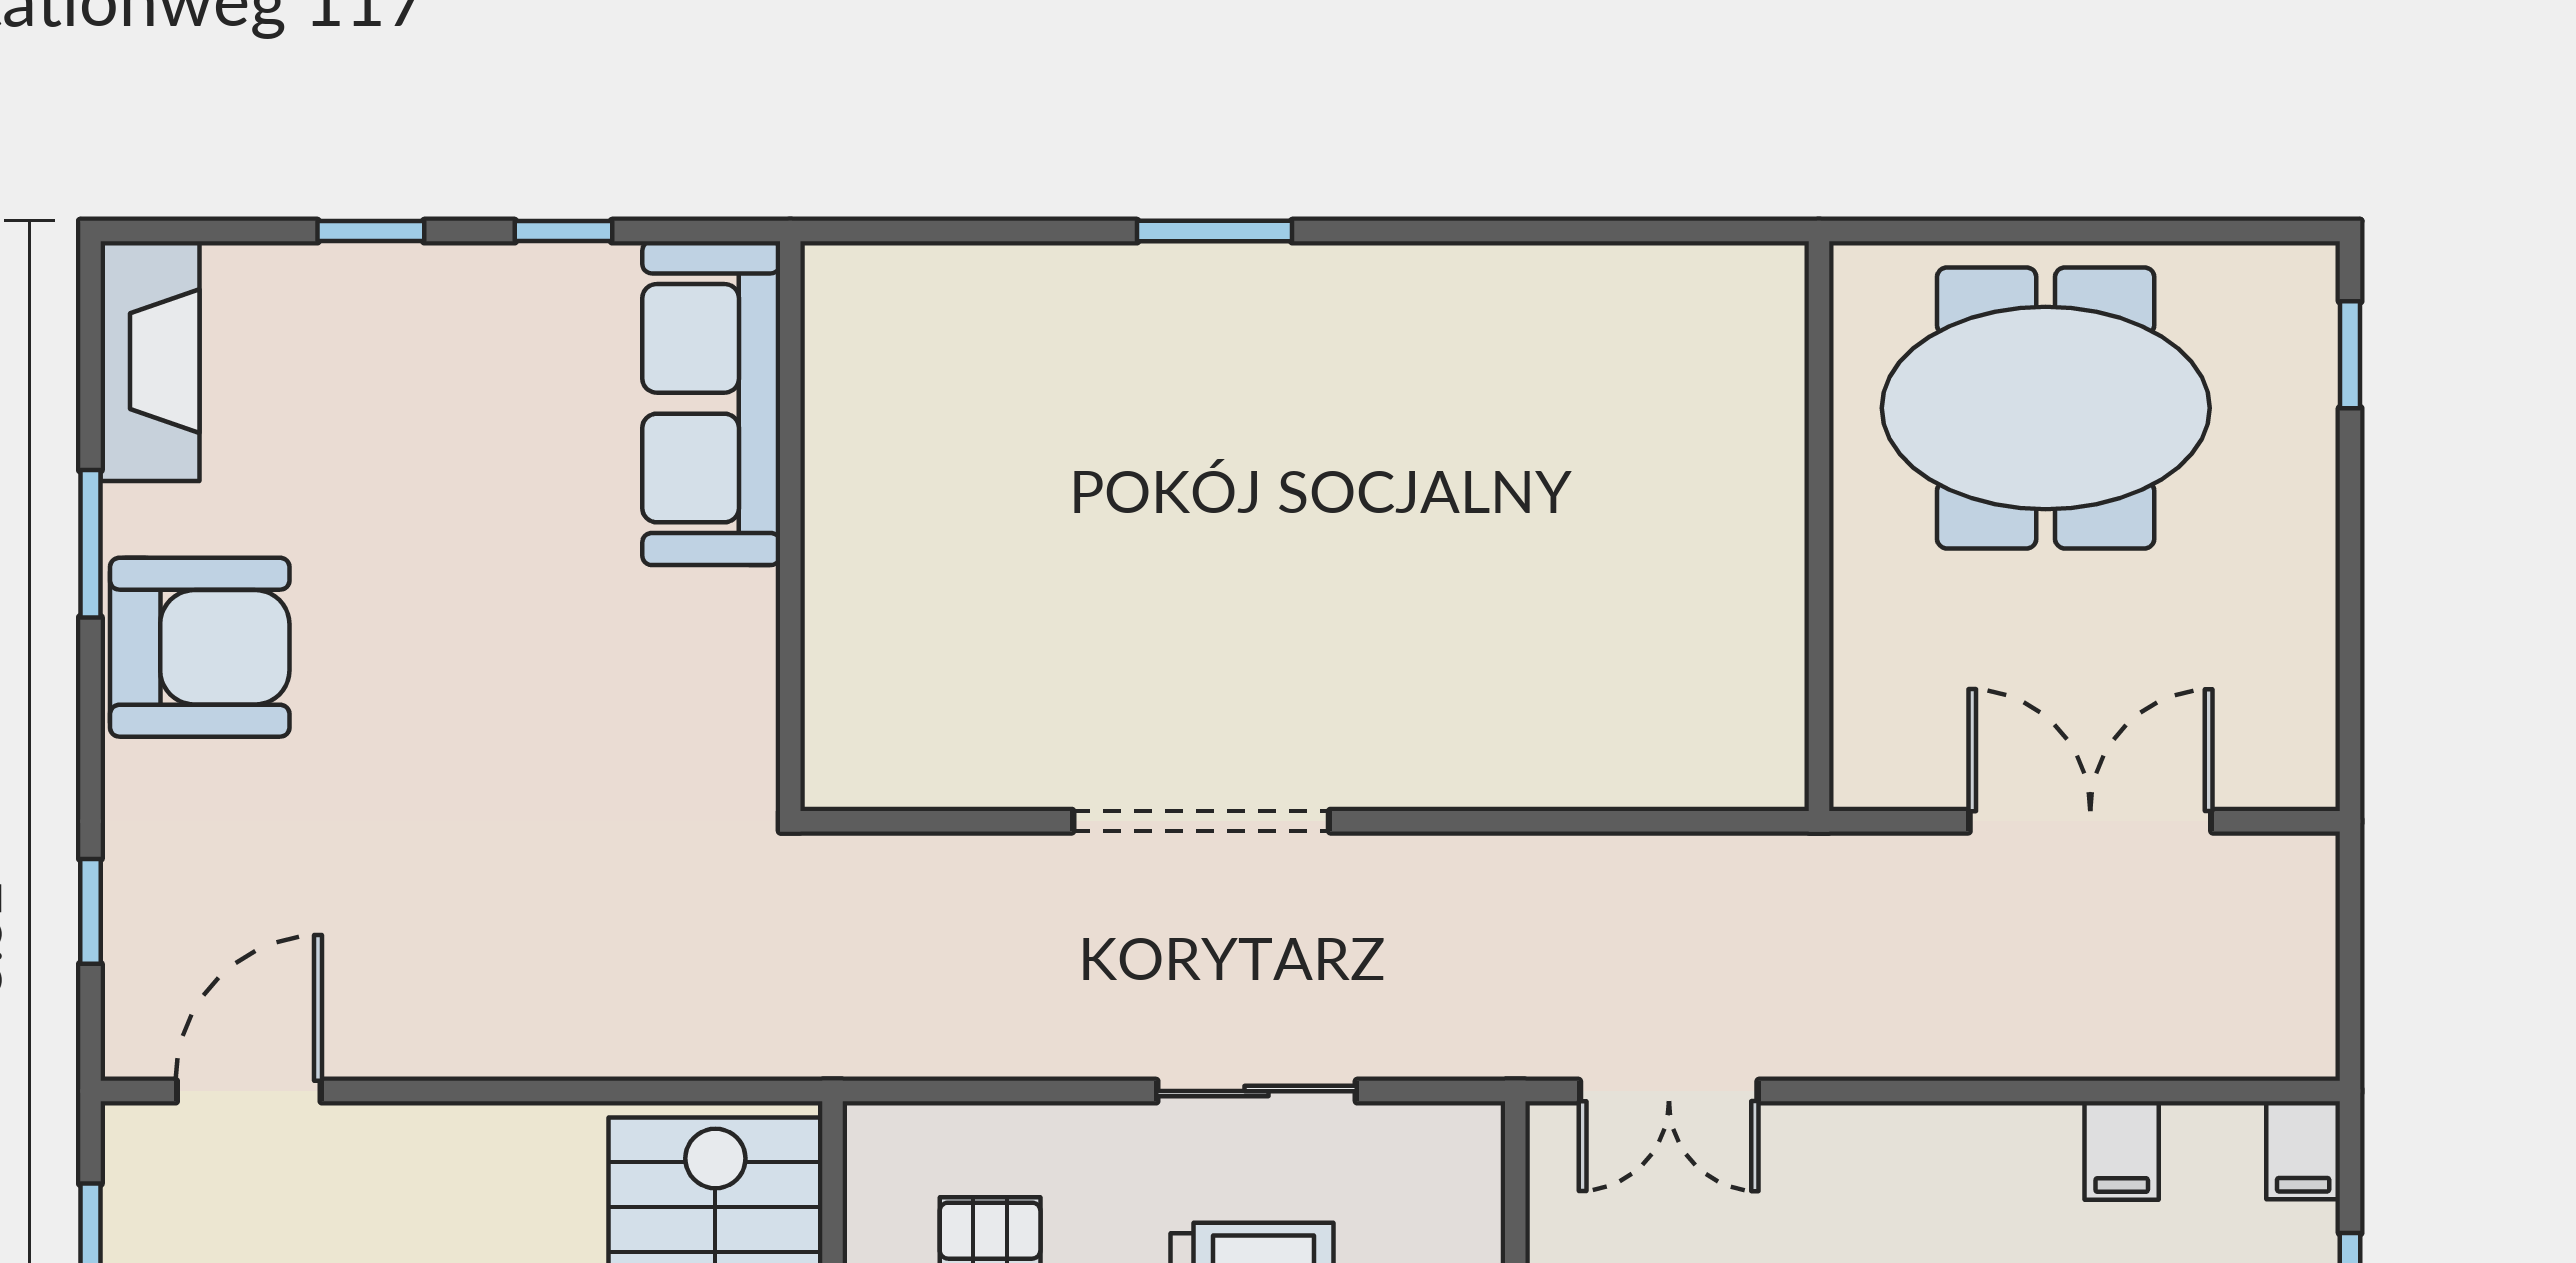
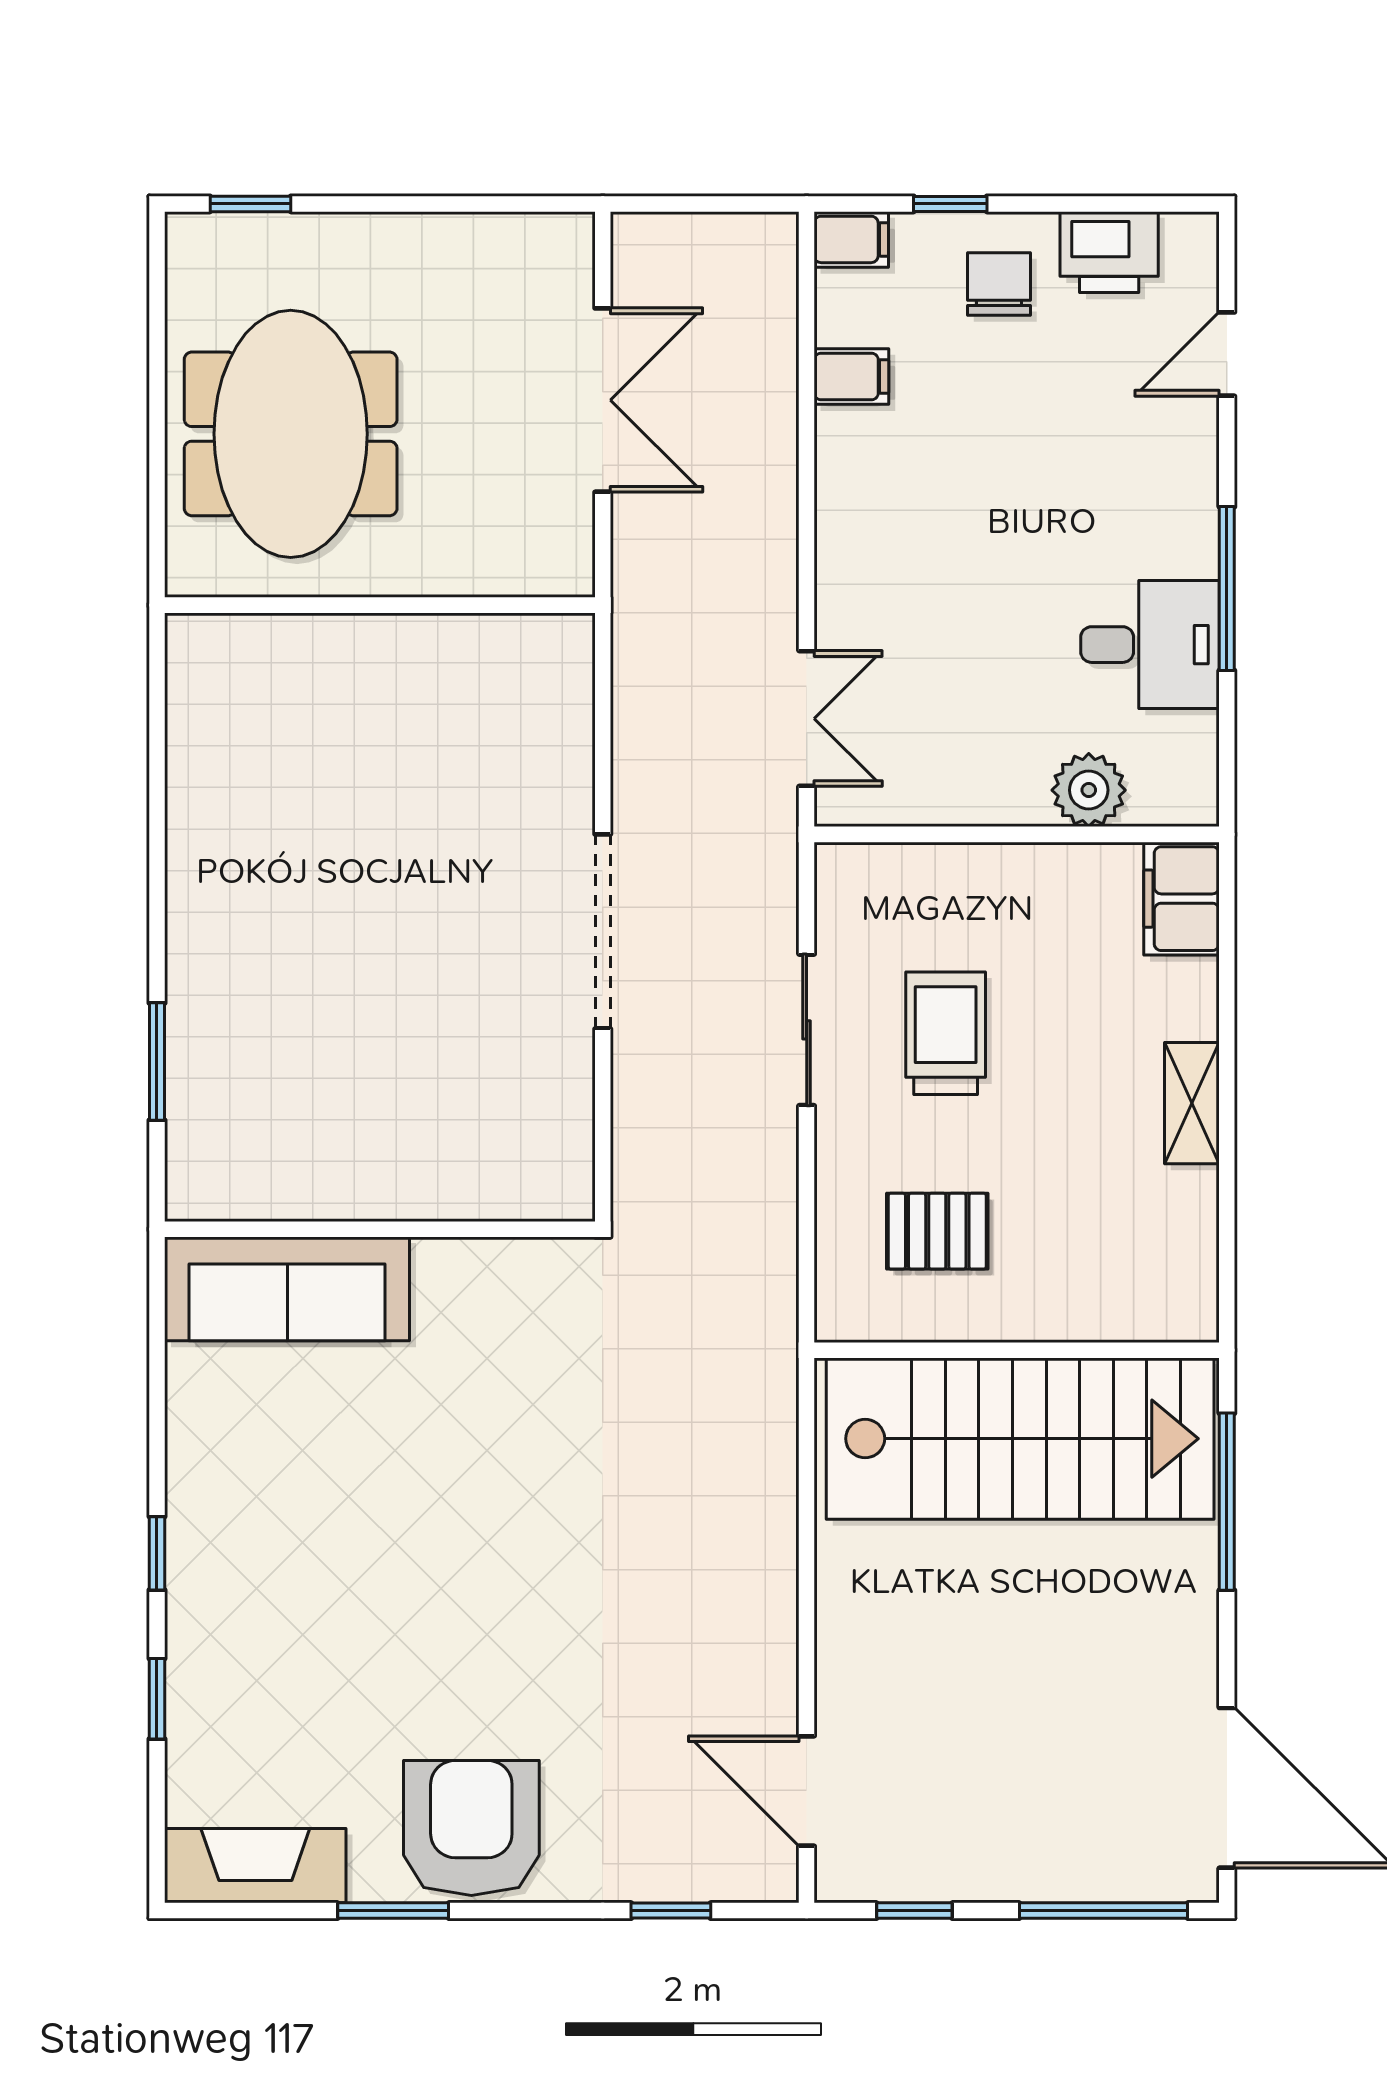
sofa: (711, 403) -> (287, 1289), moved
wall: (790, 526) -> (380, 1229), moved
doorway: (1201, 821) -> (603, 931), moved
double door: (2090, 821) -> (603, 400), swing flipped

